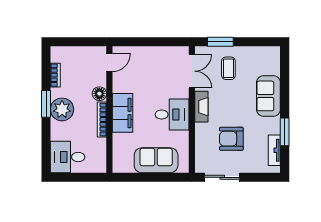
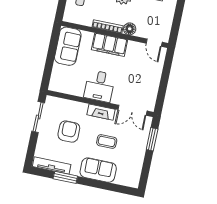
coffee table: (228, 68) -> (107, 141), moved
tv unit: (274, 150) -> (52, 165), width x1.41
sofa: (156, 160) -> (68, 46), moved

